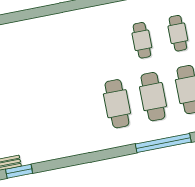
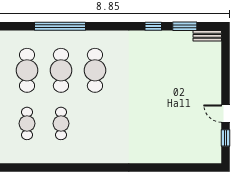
window: (64, 162) -> (153, 26), added
window: (19, 171) -> (185, 26), moved

